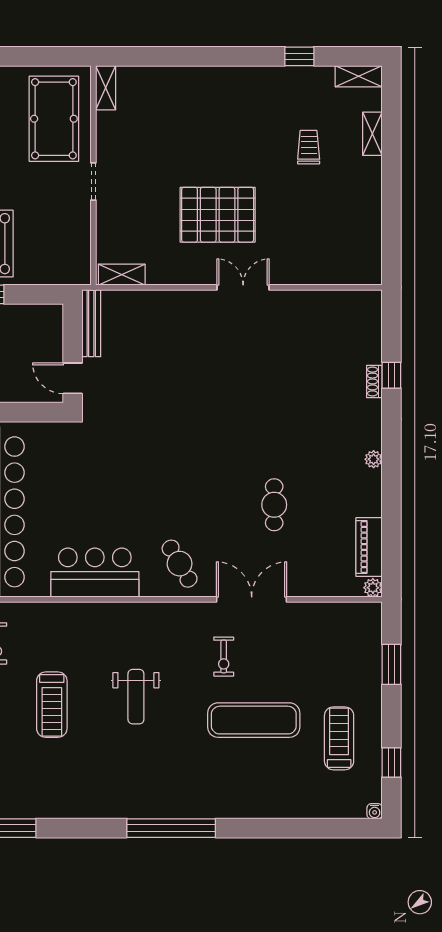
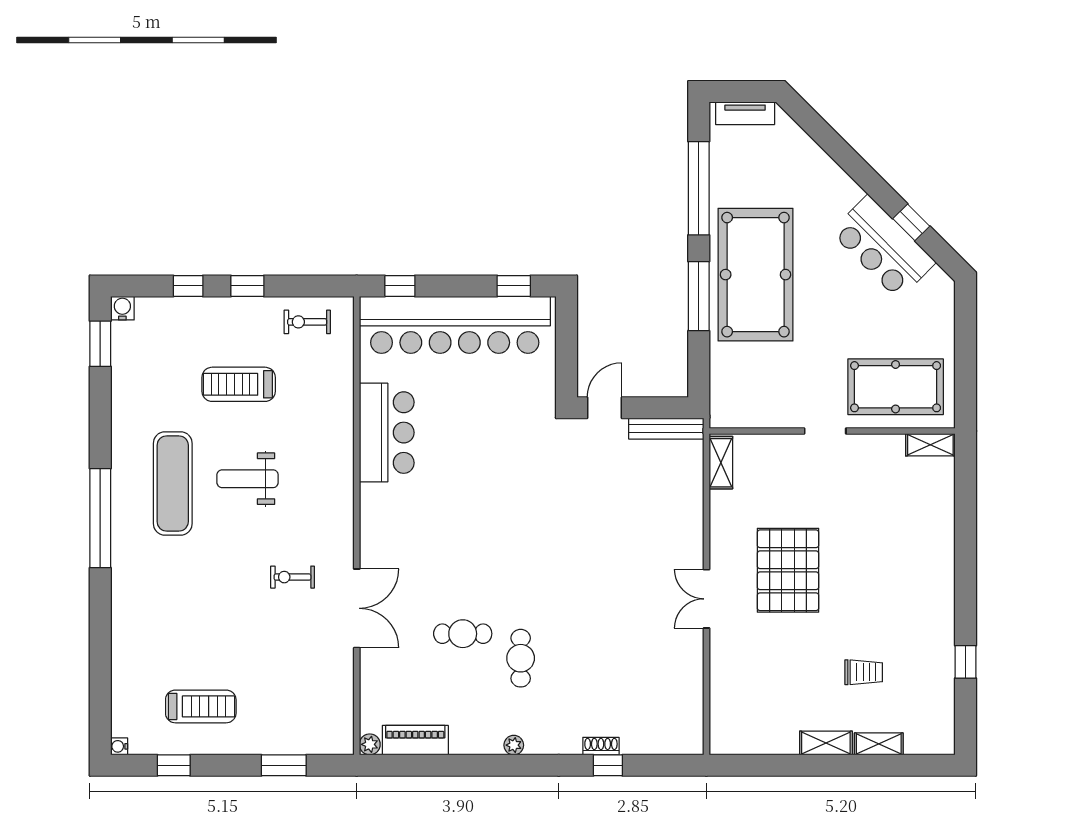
shelving: (359, 76) -> (826, 743), moved, turned 90
double door: (243, 287) -> (706, 599), swing flipped
cafe table: (180, 564) -> (521, 658), moved, turned -60
exercise mat: (254, 720) -> (173, 483), moved

